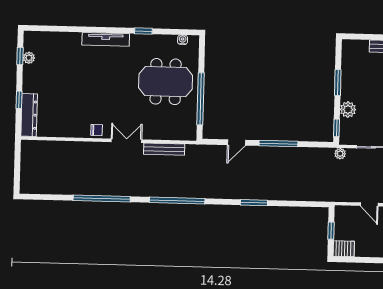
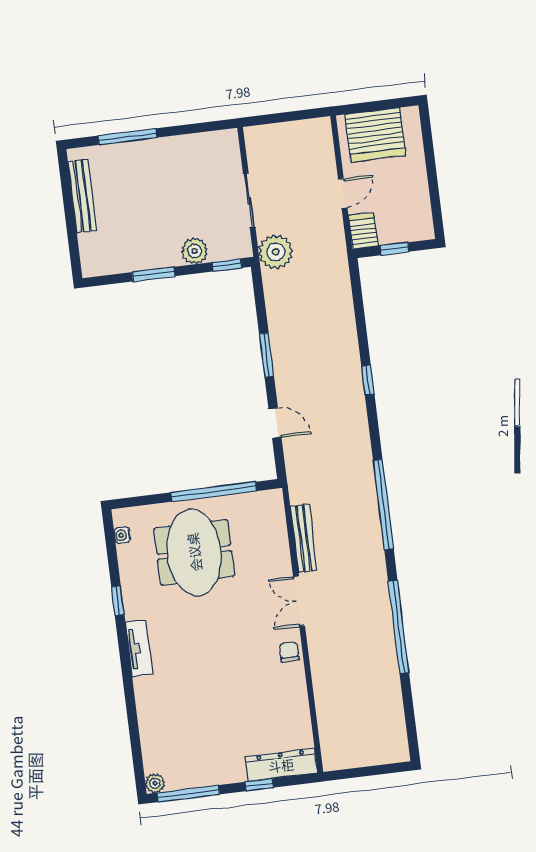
tv unit: (106, 39) -> (139, 648), width x0.71
window: (20, 56) -> (188, 794), width x2.17
plant: (29, 58) -> (155, 783), moved
window: (278, 144) -> (267, 355), width x0.69
plant: (340, 154) -> (276, 252), width x1.88, depth x1.88
window: (254, 203) -> (368, 380), width x0.67
server rack: (344, 249) -> (363, 231), moved

